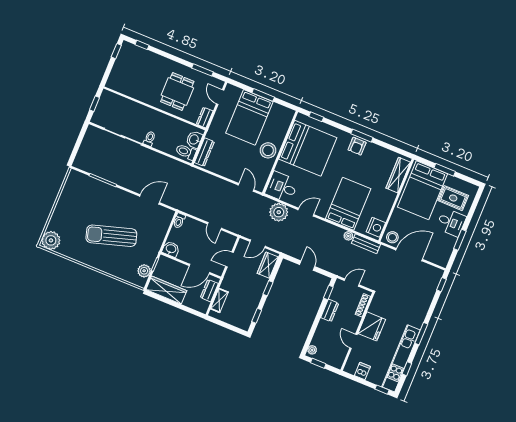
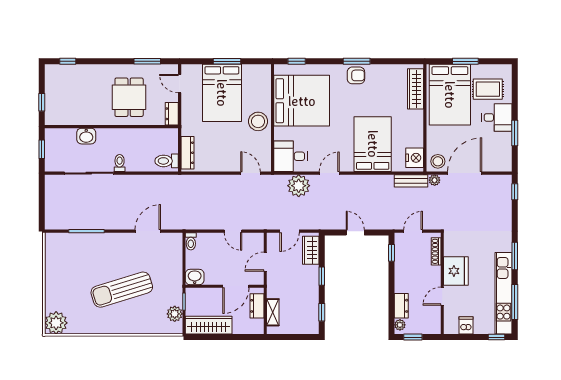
window: (116, 51) -> (42, 102), moved
washbasin: (194, 140) -> (86, 136), moved, turned -90
armchair: (357, 146) -> (356, 75), turned -90
plant: (348, 236) -> (435, 180), moved
dresser: (330, 310) -> (401, 306), moved
door: (353, 341) -> (442, 296), hinge flipped
window: (407, 369) -> (515, 302), width x2.17

